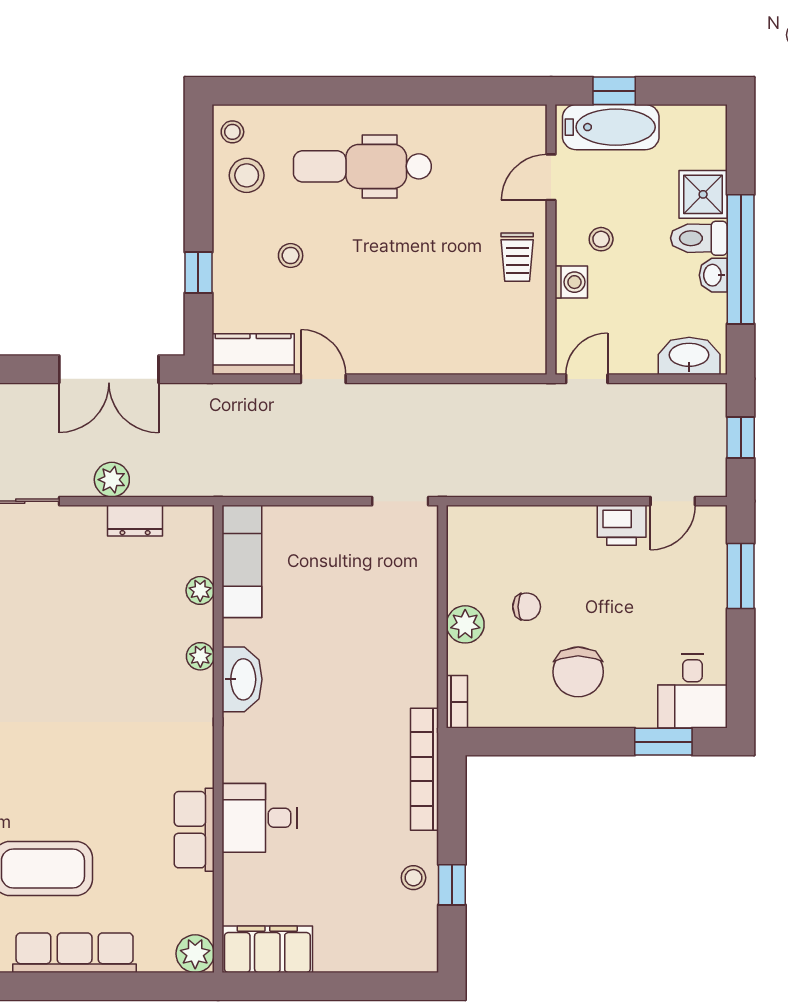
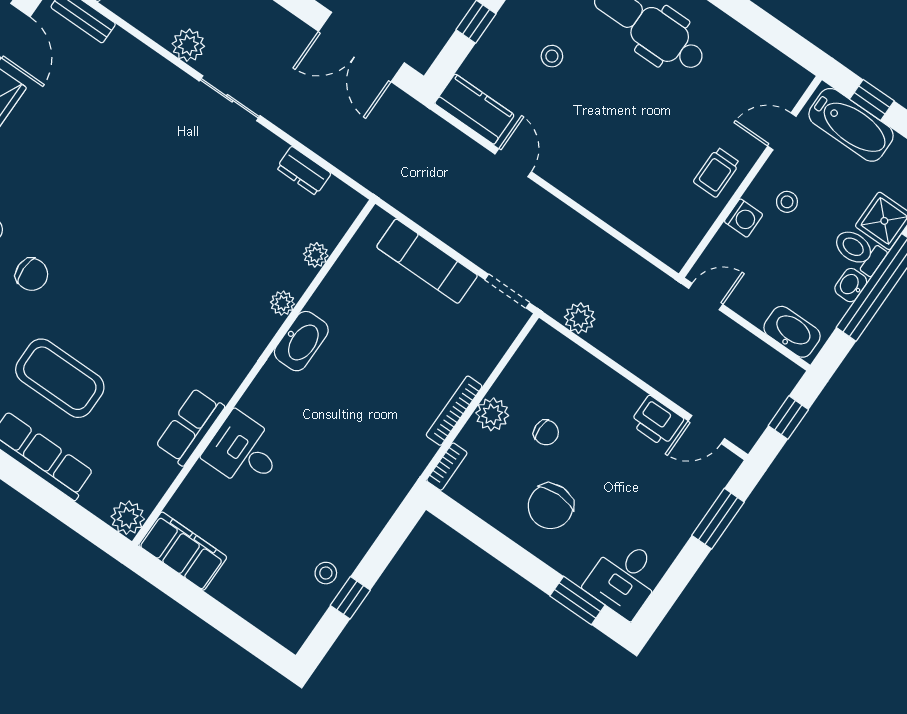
plant: (112, 480) -> (580, 318), moved
exam couch: (242, 561) -> (427, 261), moved, turned 90
bookcase: (424, 769) -> (454, 411), moved, width x0.68, depth x0.76

